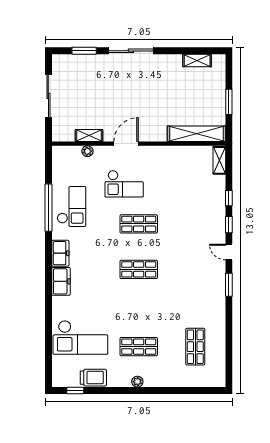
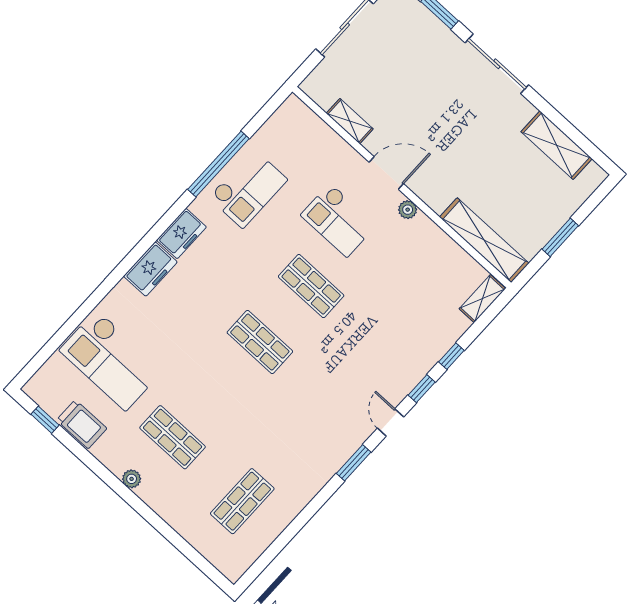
shelving: (197, 61) -> (556, 145), width x1.50, depth x1.33
plant: (87, 151) -> (408, 210), moved

